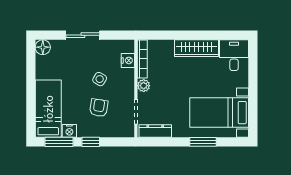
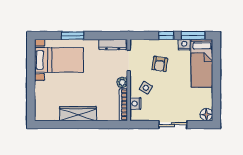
desk: (234, 55) -> (47, 108), removed
side table: (100, 79) -> (146, 88), moved

